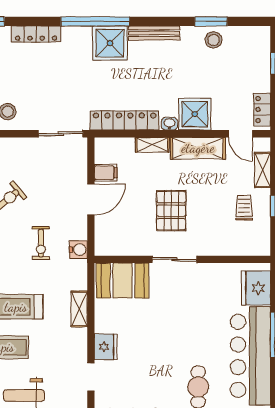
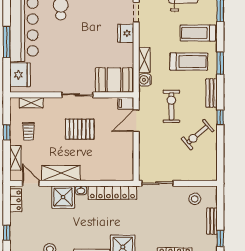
shelving: (152, 145) -> (31, 103), moved
filing cabinet: (106, 173) -> (126, 103), moved
door: (91, 199) -> (136, 121), moved
pallet: (171, 211) -> (80, 129), turned 90
exercise bike: (41, 243) -> (171, 106), width x1.38, depth x1.39
water cooler: (78, 250) -> (145, 80), moved

